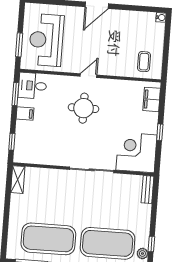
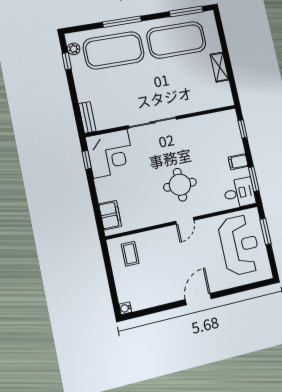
window: (160, 132) -> (87, 160), moved
shelving: (18, 180) -> (219, 67), moved

